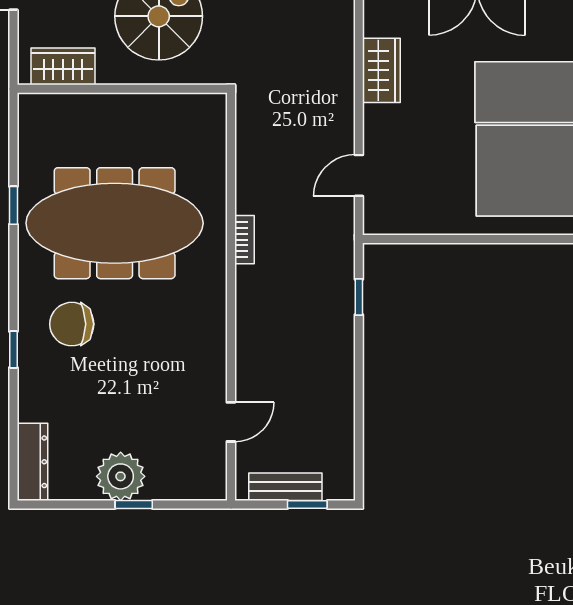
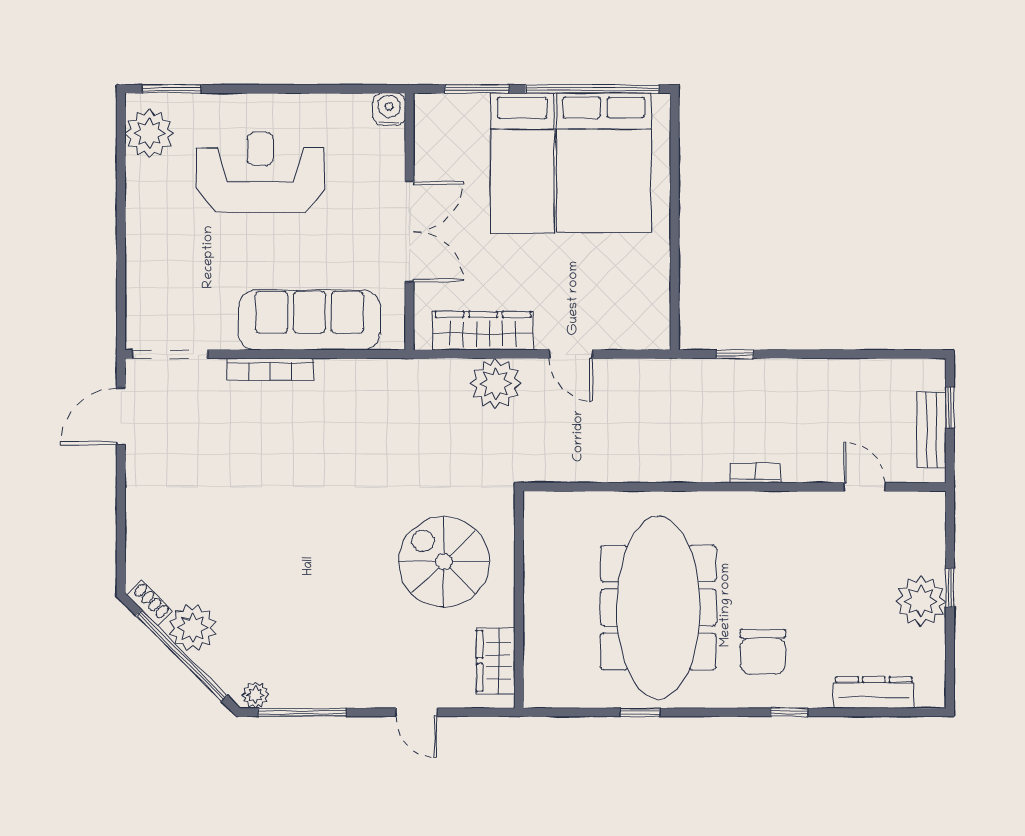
plant: (331, 66) -> (496, 384), added
wardrobe: (381, 70) -> (483, 331), width x1.50
door: (359, 175) -> (571, 354), moved
bookcase: (244, 240) -> (755, 473), moved
dresser: (32, 462) -> (874, 693), moved

